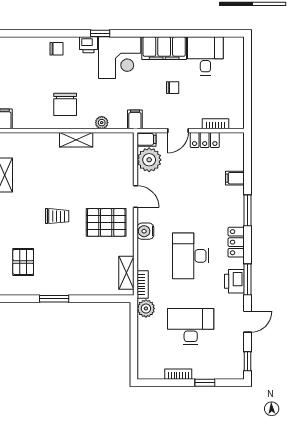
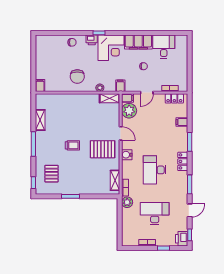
shelving: (76, 140) -> (109, 98), moved
locker: (205, 140) -> (174, 98), moved
printer: (234, 281) -> (182, 239), moved

